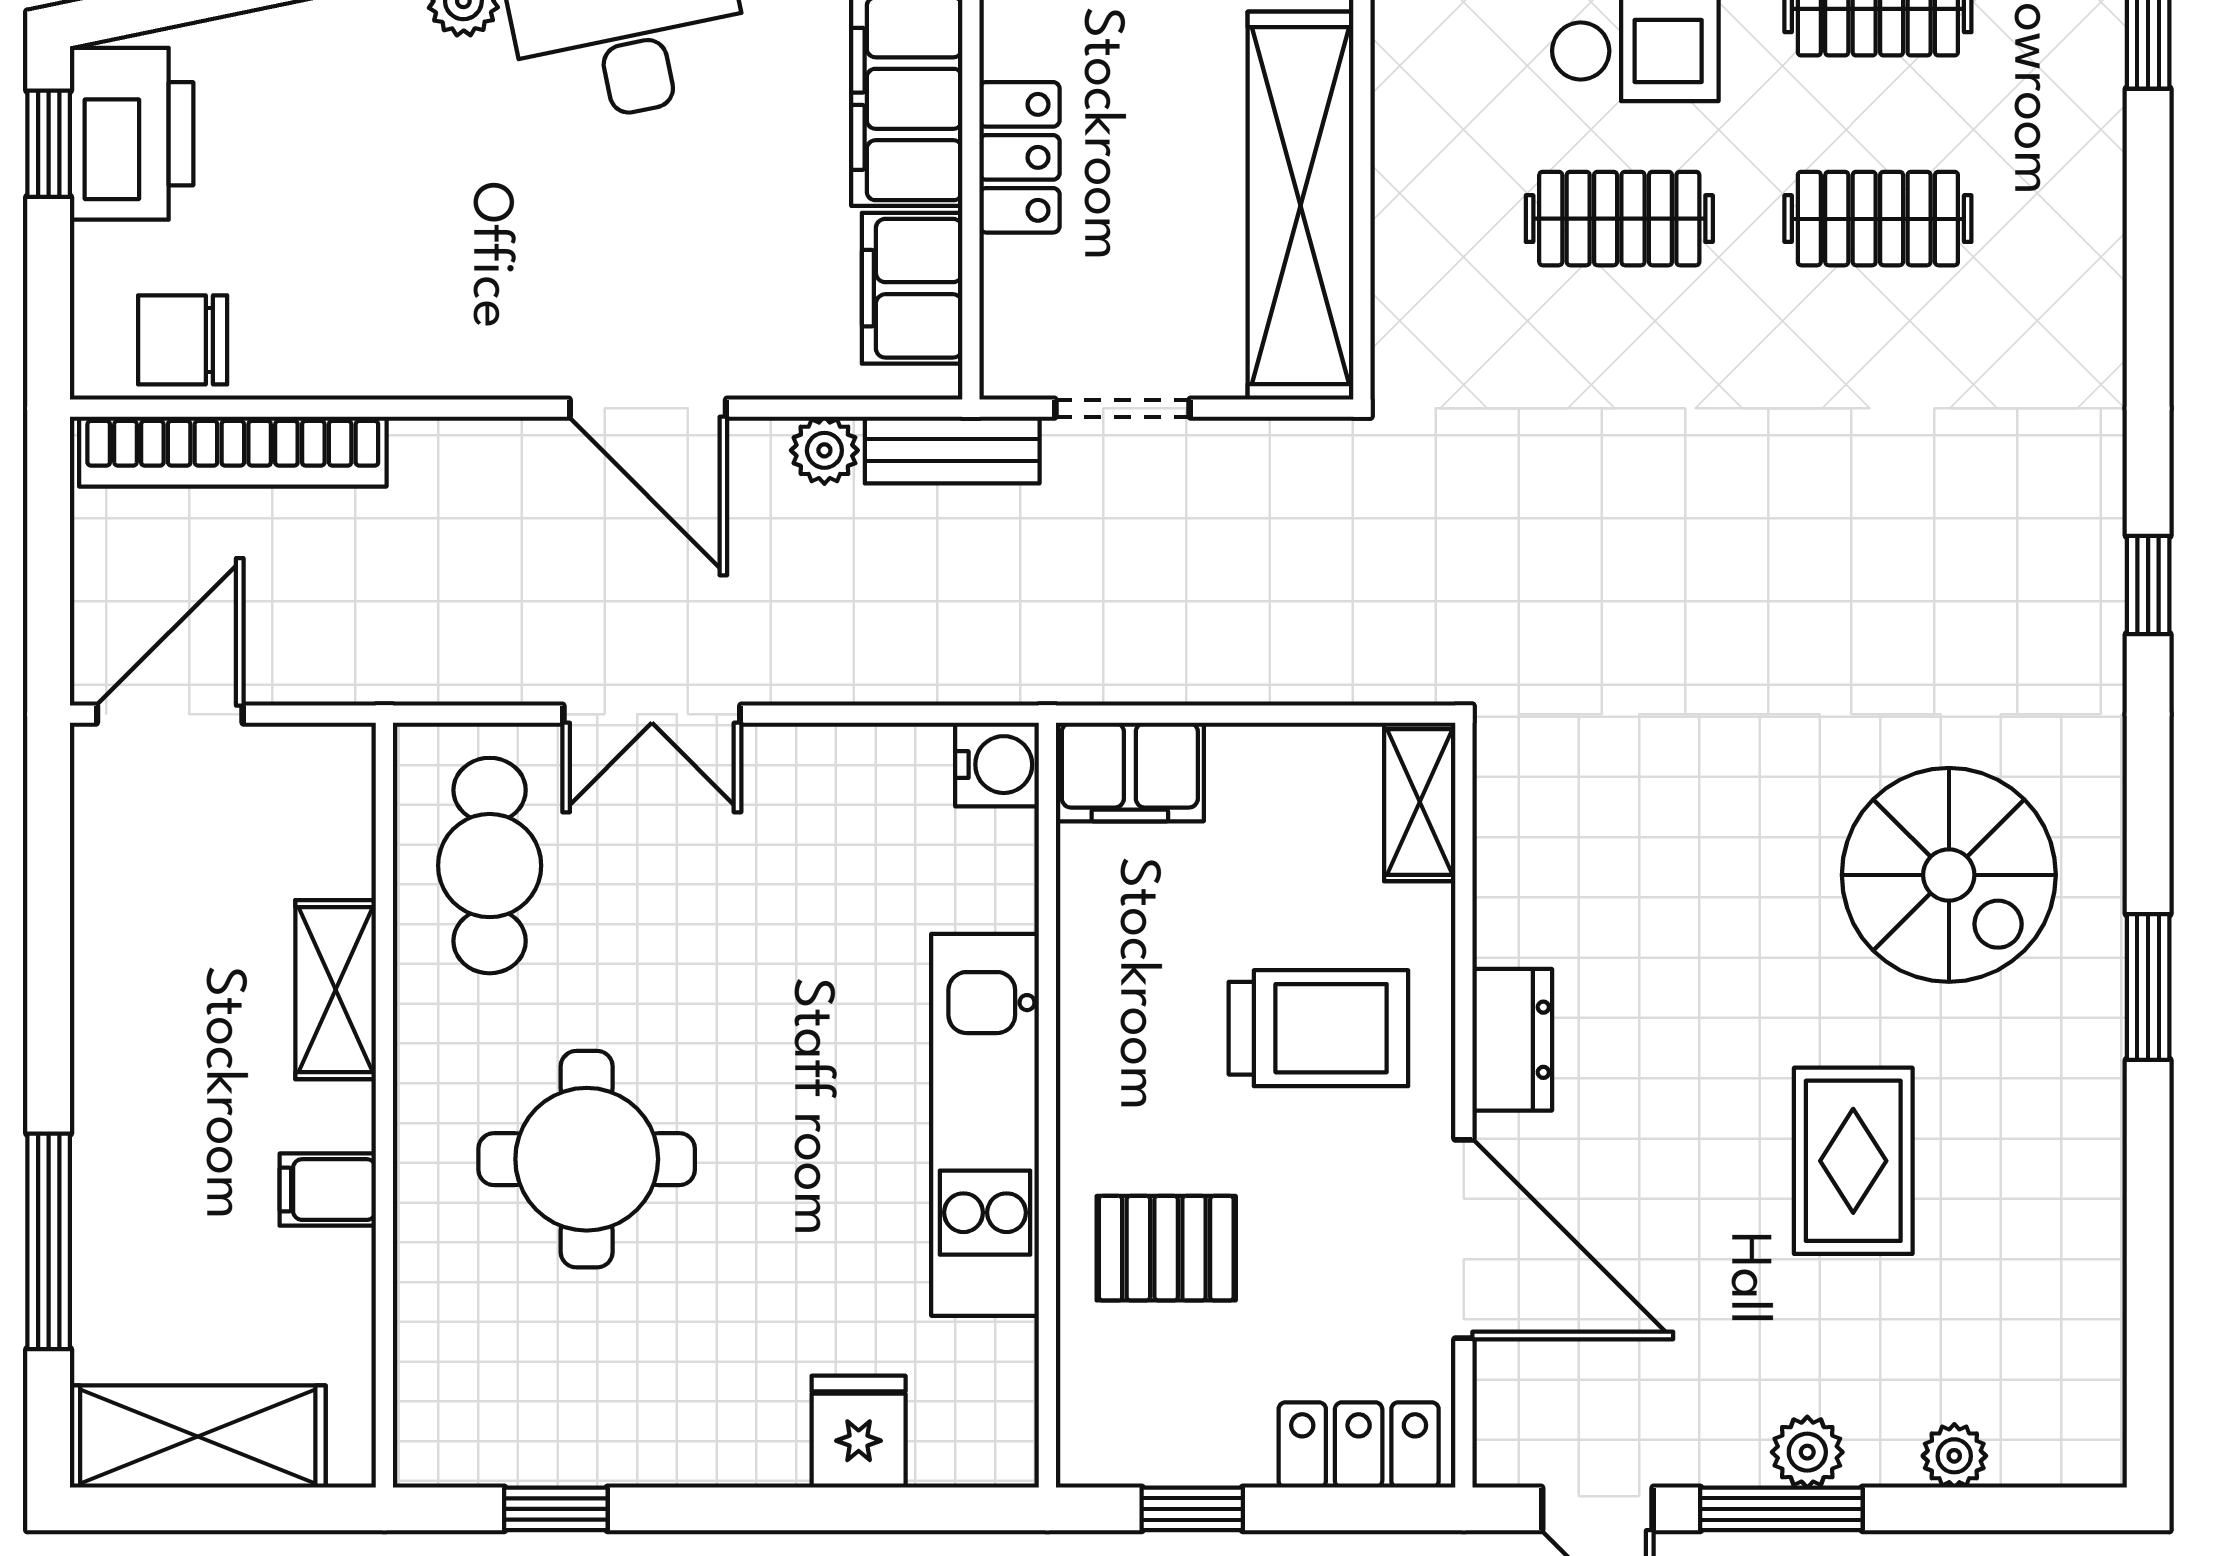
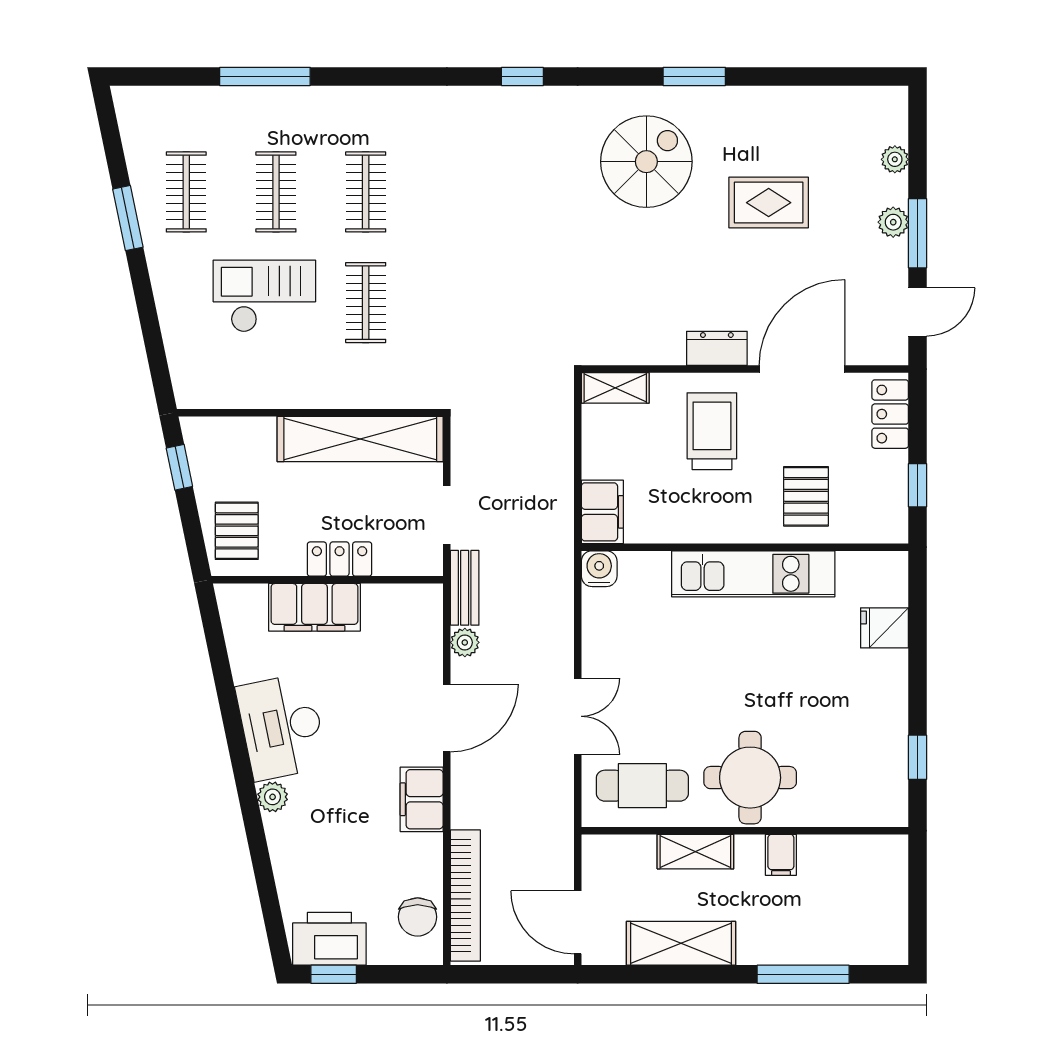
filing cabinet: (912, 288) -> (422, 799), moved, turned 90
round table: (587, 1159) -> (750, 778), moved
shelving: (198, 1437) -> (681, 943), moved, turned 90

